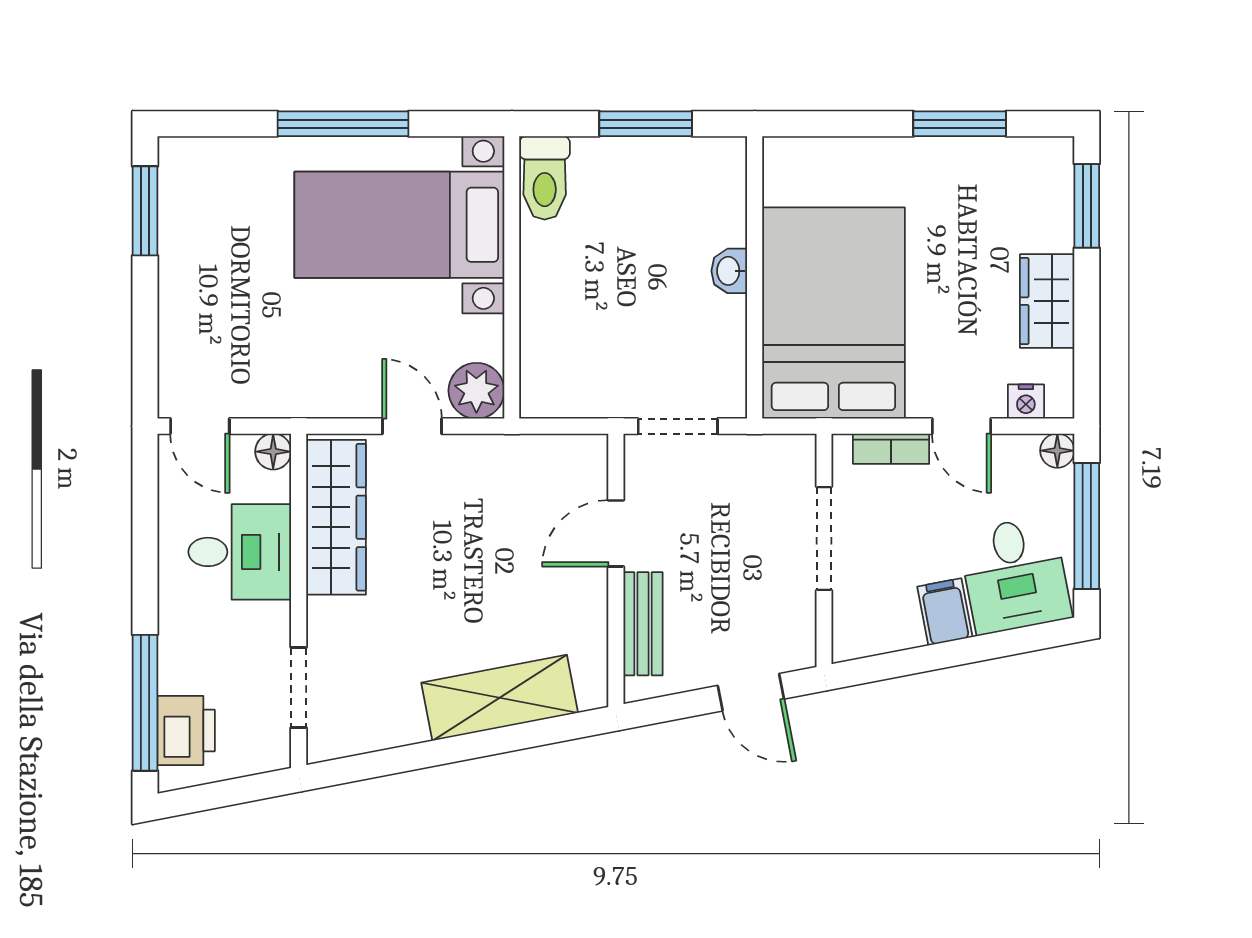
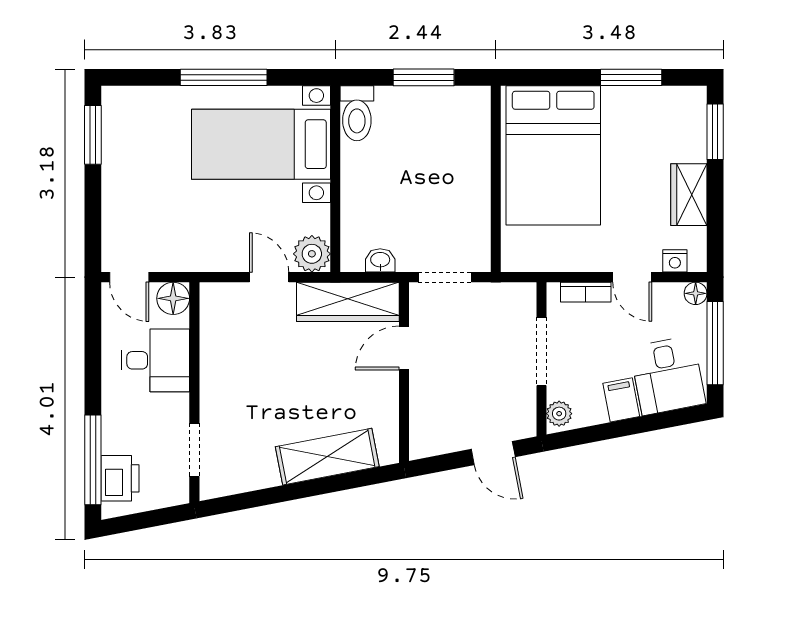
washbasin: (729, 271) -> (380, 260), moved, turned 90
bed: (833, 313) -> (553, 155), moved, turned 180
floor lamp: (273, 452) -> (173, 298), width x1.37, depth x1.37
wardrobe: (336, 517) -> (348, 302), moved, turned 90
bench: (643, 624) -> (422, 408), removed
plant: (851, 633) -> (559, 414), added

